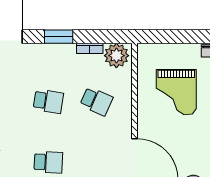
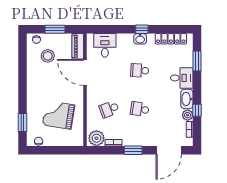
grand piano: (176, 92) -> (59, 115), turned -81
school desk: (96, 101) -> (109, 109), turned -45

